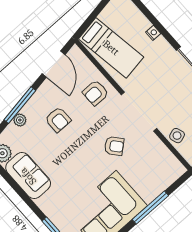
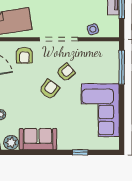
armchair: (58, 120) -> (49, 89), moved, turned -54
window: (150, 208) -> (122, 67), moved

